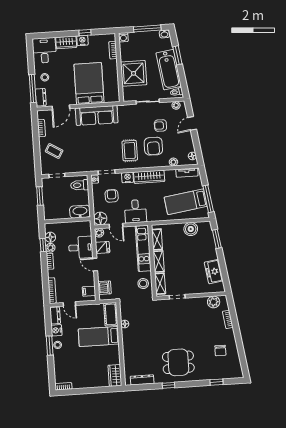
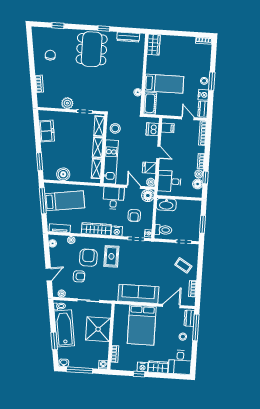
desk: (81, 248) -> (169, 181), moved
plant: (214, 302) -> (67, 103), moved
dining table: (178, 362) -> (92, 49), width x1.37

